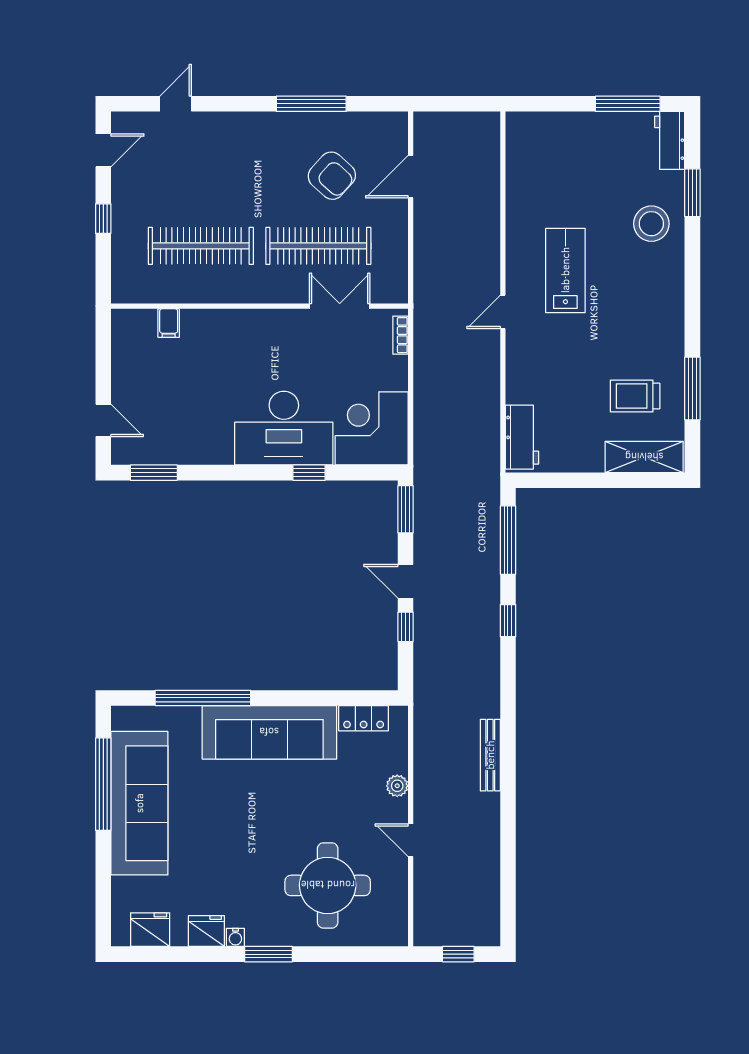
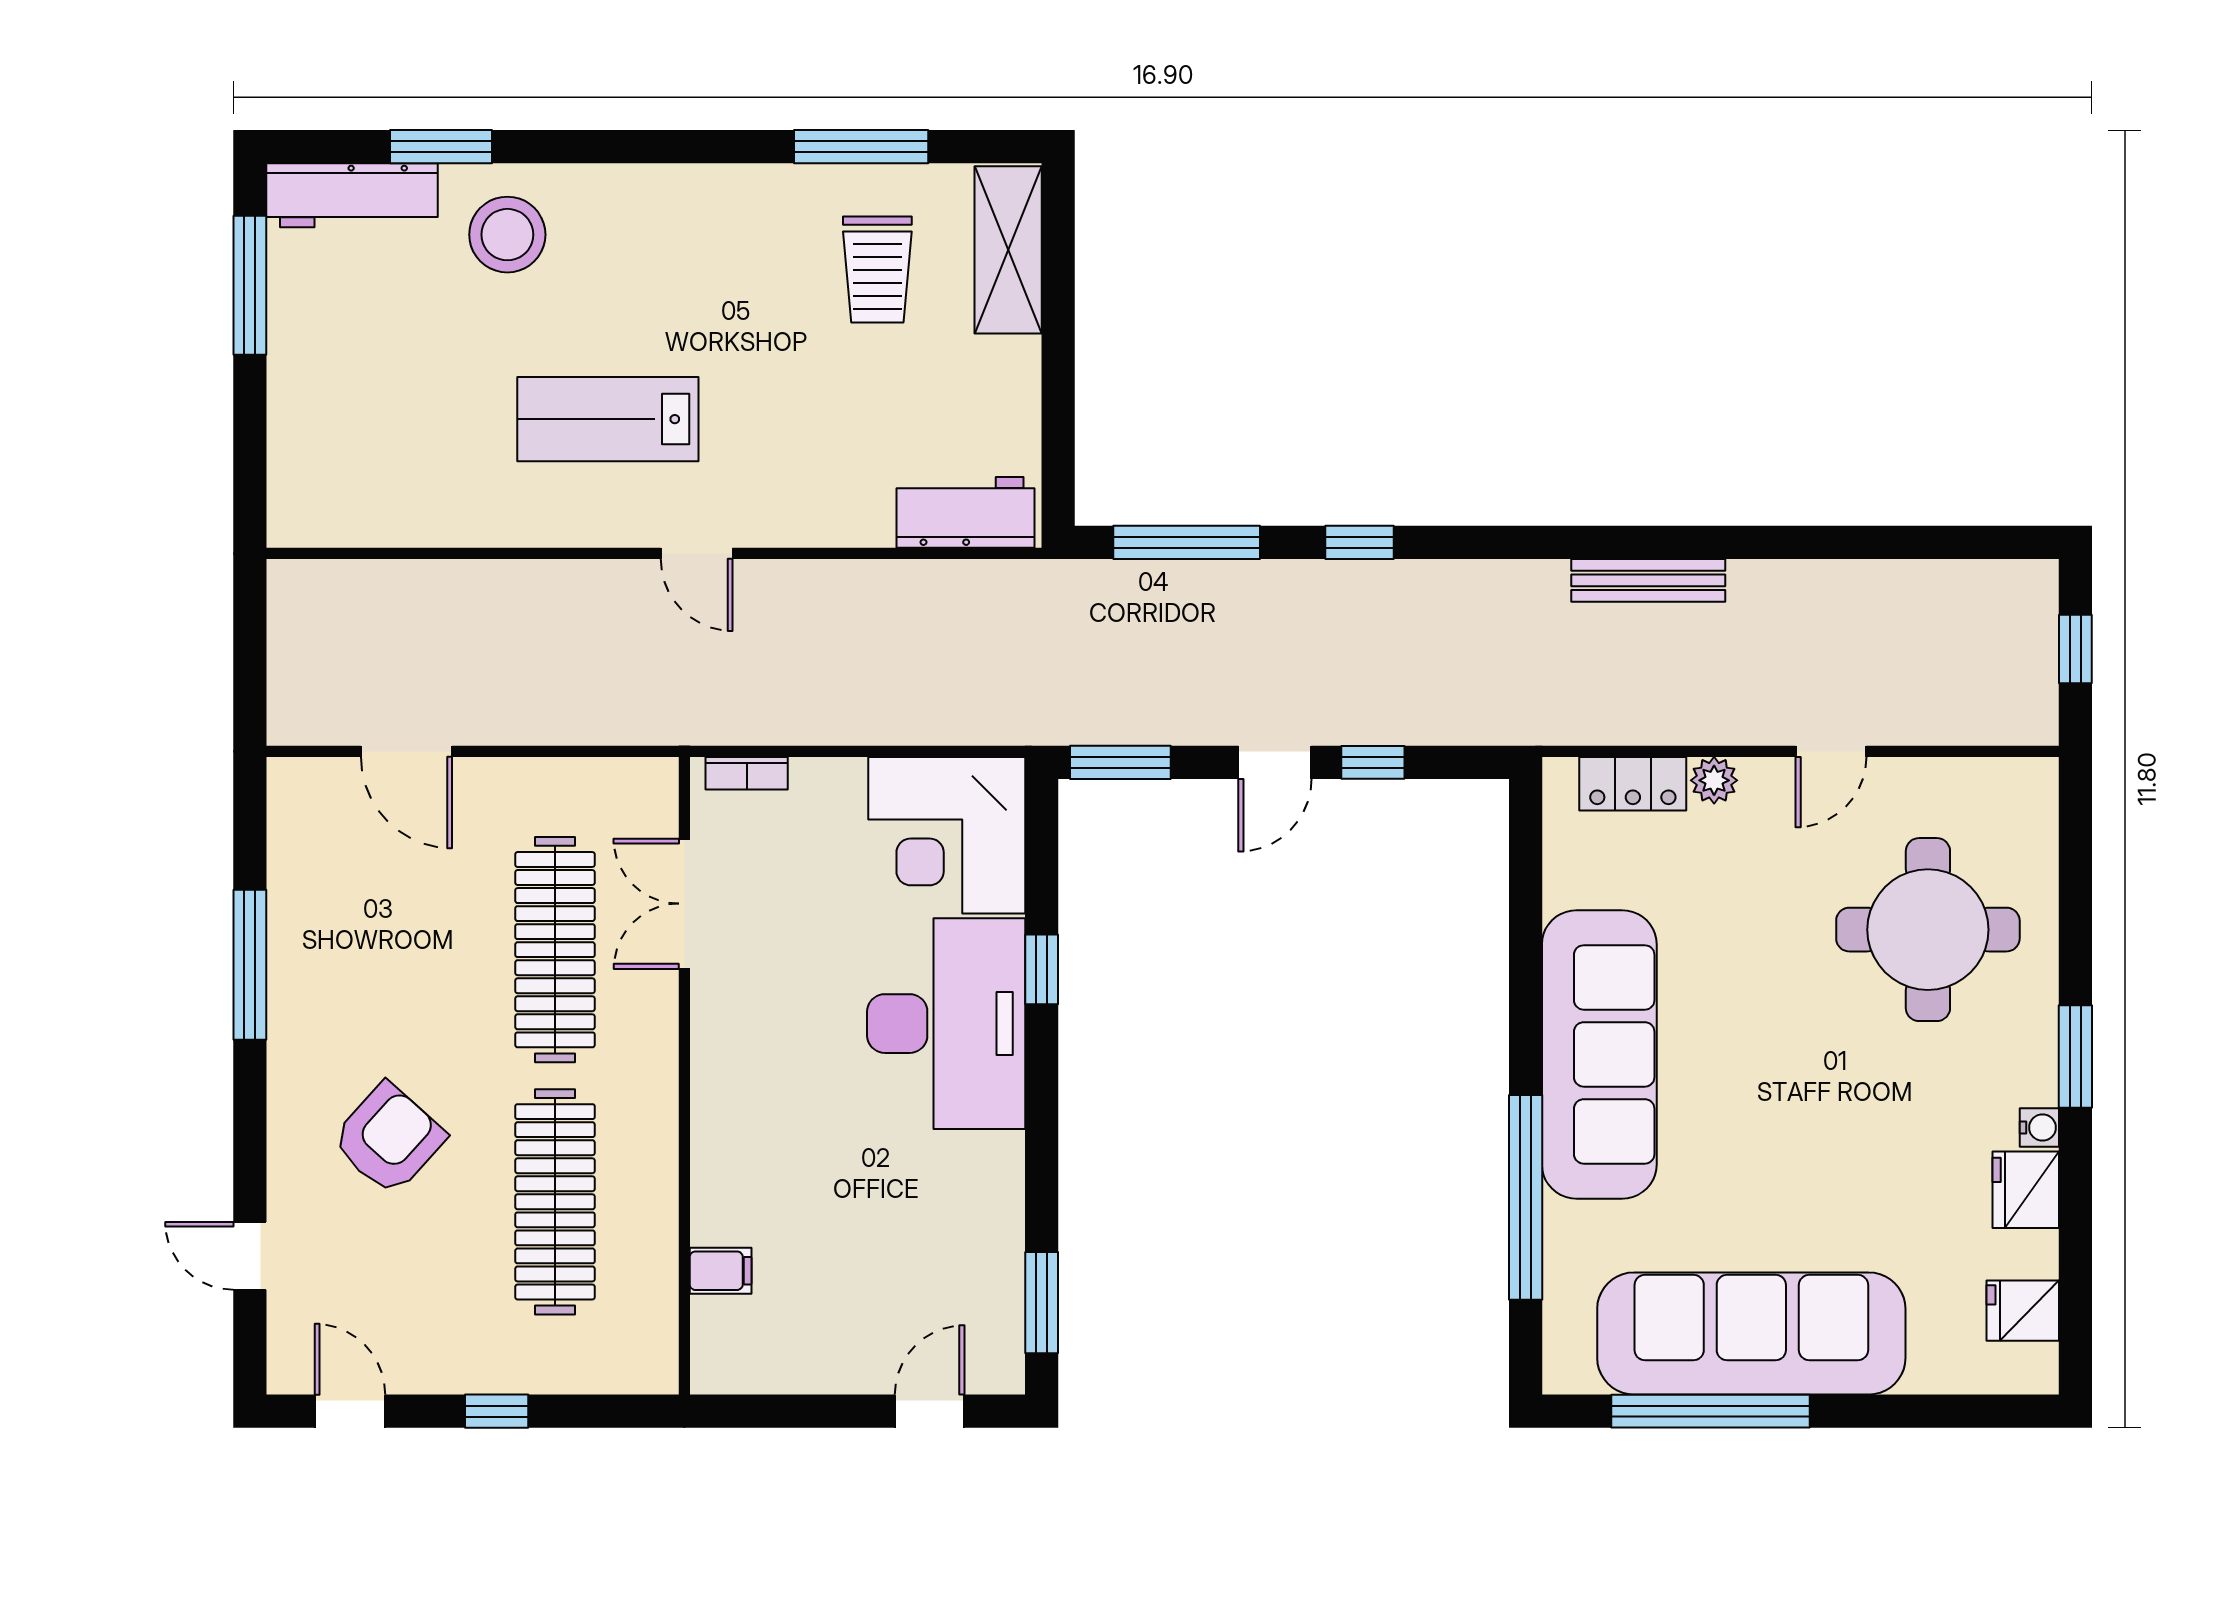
workbench: (670, 140) -> (352, 195), width x1.38
armchair: (332, 176) -> (389, 1139), moved
locker: (364, 718) -> (1633, 784), moved, turned 90
fridge: (150, 930) -> (2023, 1311), width x0.72

